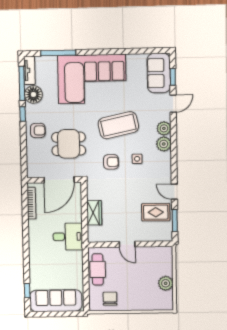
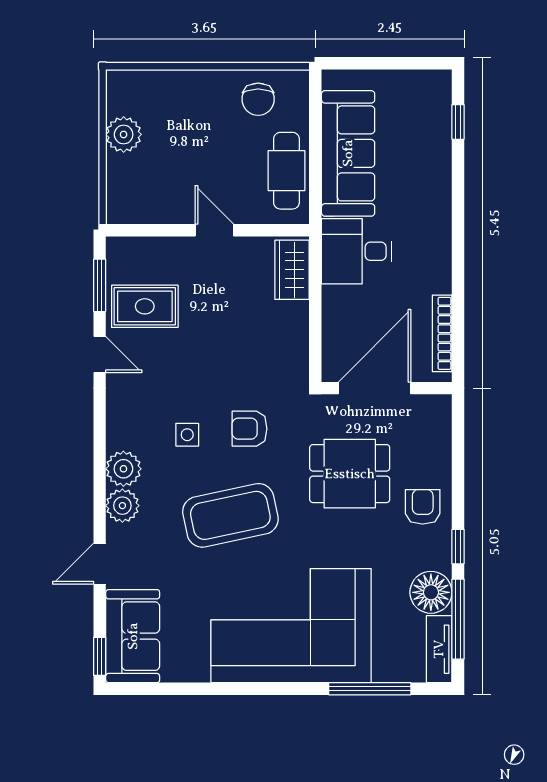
window: (173, 77) -> (100, 656), moved
armchair: (38, 130) -> (423, 507), turned 90
wardrobe: (94, 213) -> (292, 270), moved
sofa: (56, 301) -> (348, 153), moved, turned -90

